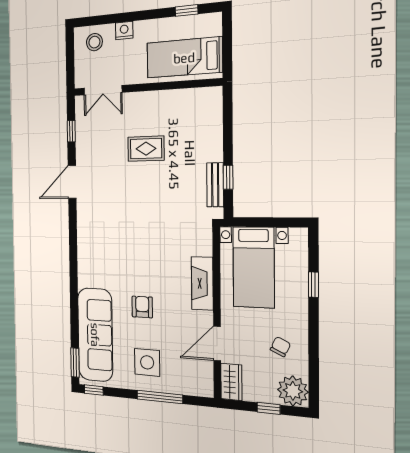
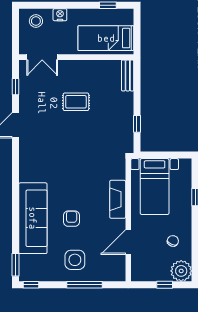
bench: (215, 185) -> (128, 75), moved
sofa: (95, 335) -> (33, 218), moved
wardrobe: (231, 382) -> (138, 269), removed

